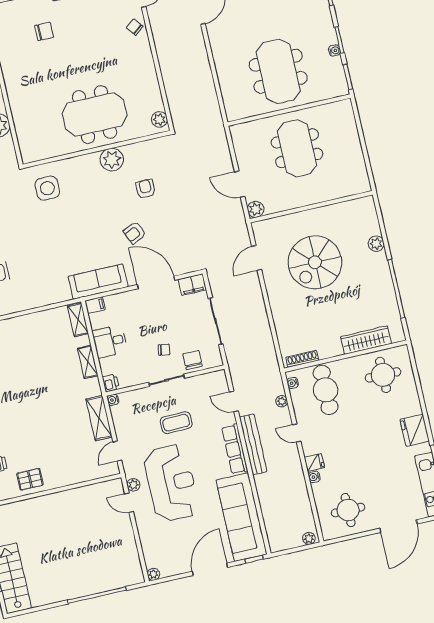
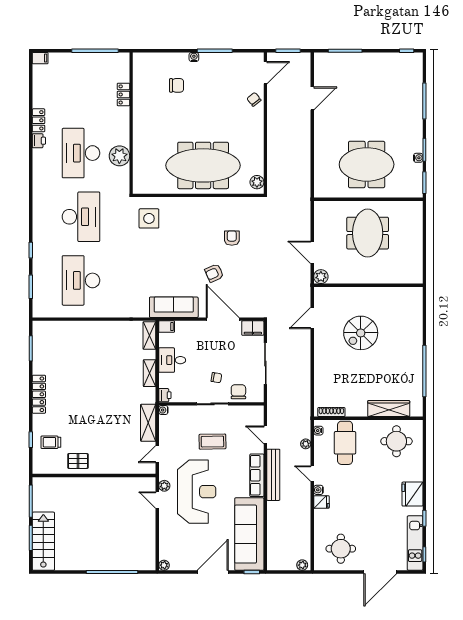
meeting table: (278, 71) -> (367, 164), turned 90
meeting table: (95, 115) -> (203, 165), width x1.36
plant: (112, 160) -> (209, 207), removed
plant: (376, 244) -> (416, 329), removed
spiral stairs: (315, 262) -> (361, 333), width x0.73, depth x0.73
water cooler: (314, 477) -> (319, 490), moved

